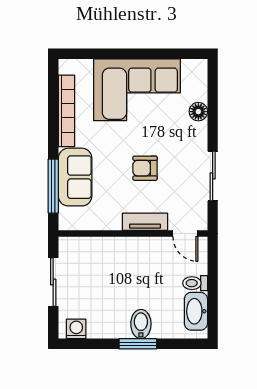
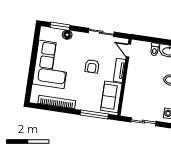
window: (213, 96) -> (60, 26), added
sofa: (75, 177) -> (111, 97), moved, turned -90
door: (185, 233) -> (128, 51), swing flipped

